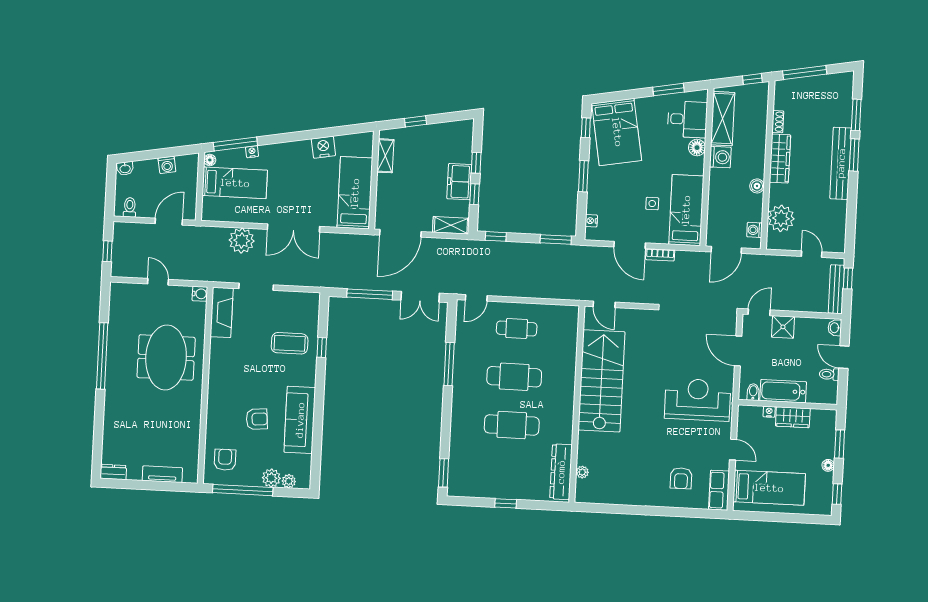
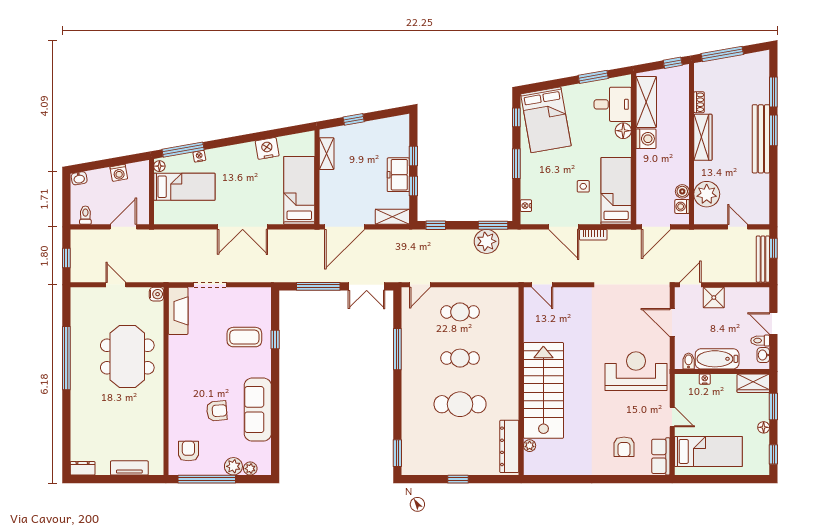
boiler: (757, 186) -> (682, 191), moved
plant: (242, 241) -> (487, 241), moved
washbasin: (835, 328) -> (763, 355), moved
cafe table: (514, 377) -> (460, 358), width x0.73, depth x0.74
stairs: (602, 381) -> (543, 390), moved
wardrobe: (793, 417) -> (753, 383), moved

